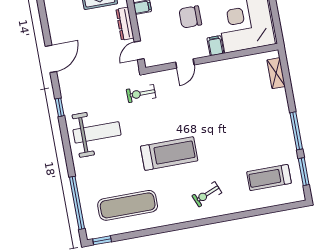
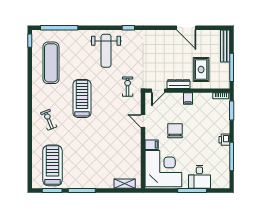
door: (139, 50) -> (158, 91), swing flipped
door: (51, 59) -> (186, 28), moved
treadmill: (169, 154) -> (82, 99), turned 180
treadmill: (269, 178) -> (52, 165), width x1.37, depth x1.38

